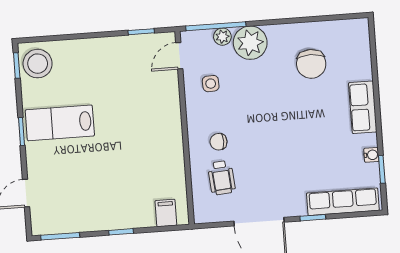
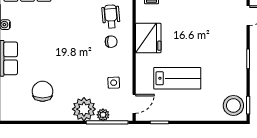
lab bench: (60, 123) -> (177, 78), moved
fridge: (166, 151) -> (148, 38), added

